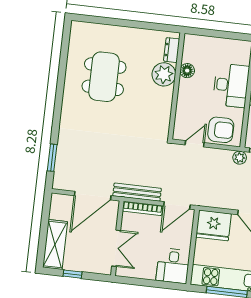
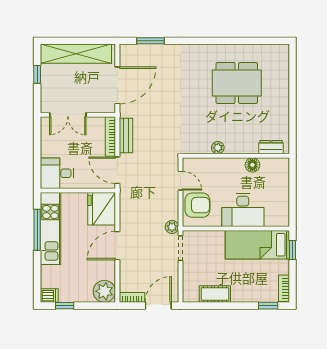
plant: (164, 74) -> (218, 148), moved, width x0.53, depth x0.53
armchair: (221, 130) -> (197, 205), turned -90
bench: (137, 192) -> (126, 135), width x0.73
door: (93, 196) -> (117, 85), swing flipped
shelving: (55, 244) -> (76, 54), width x1.47

